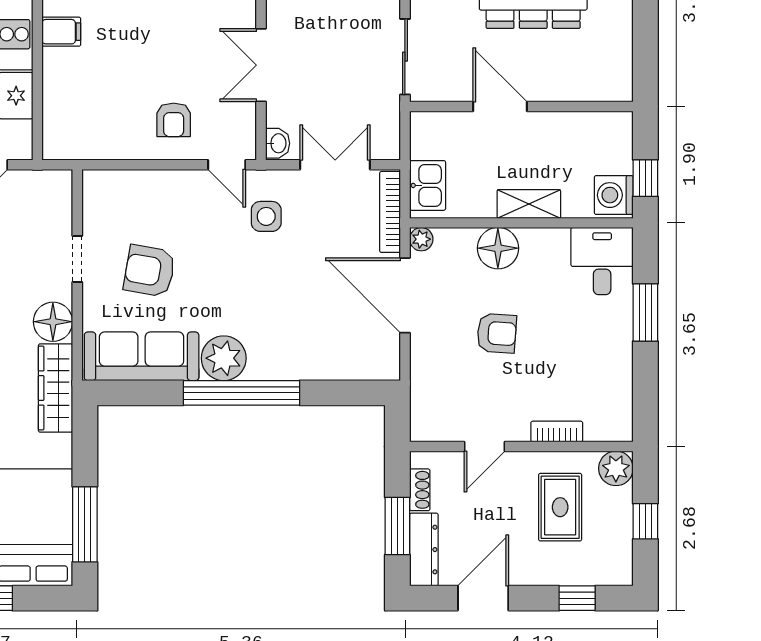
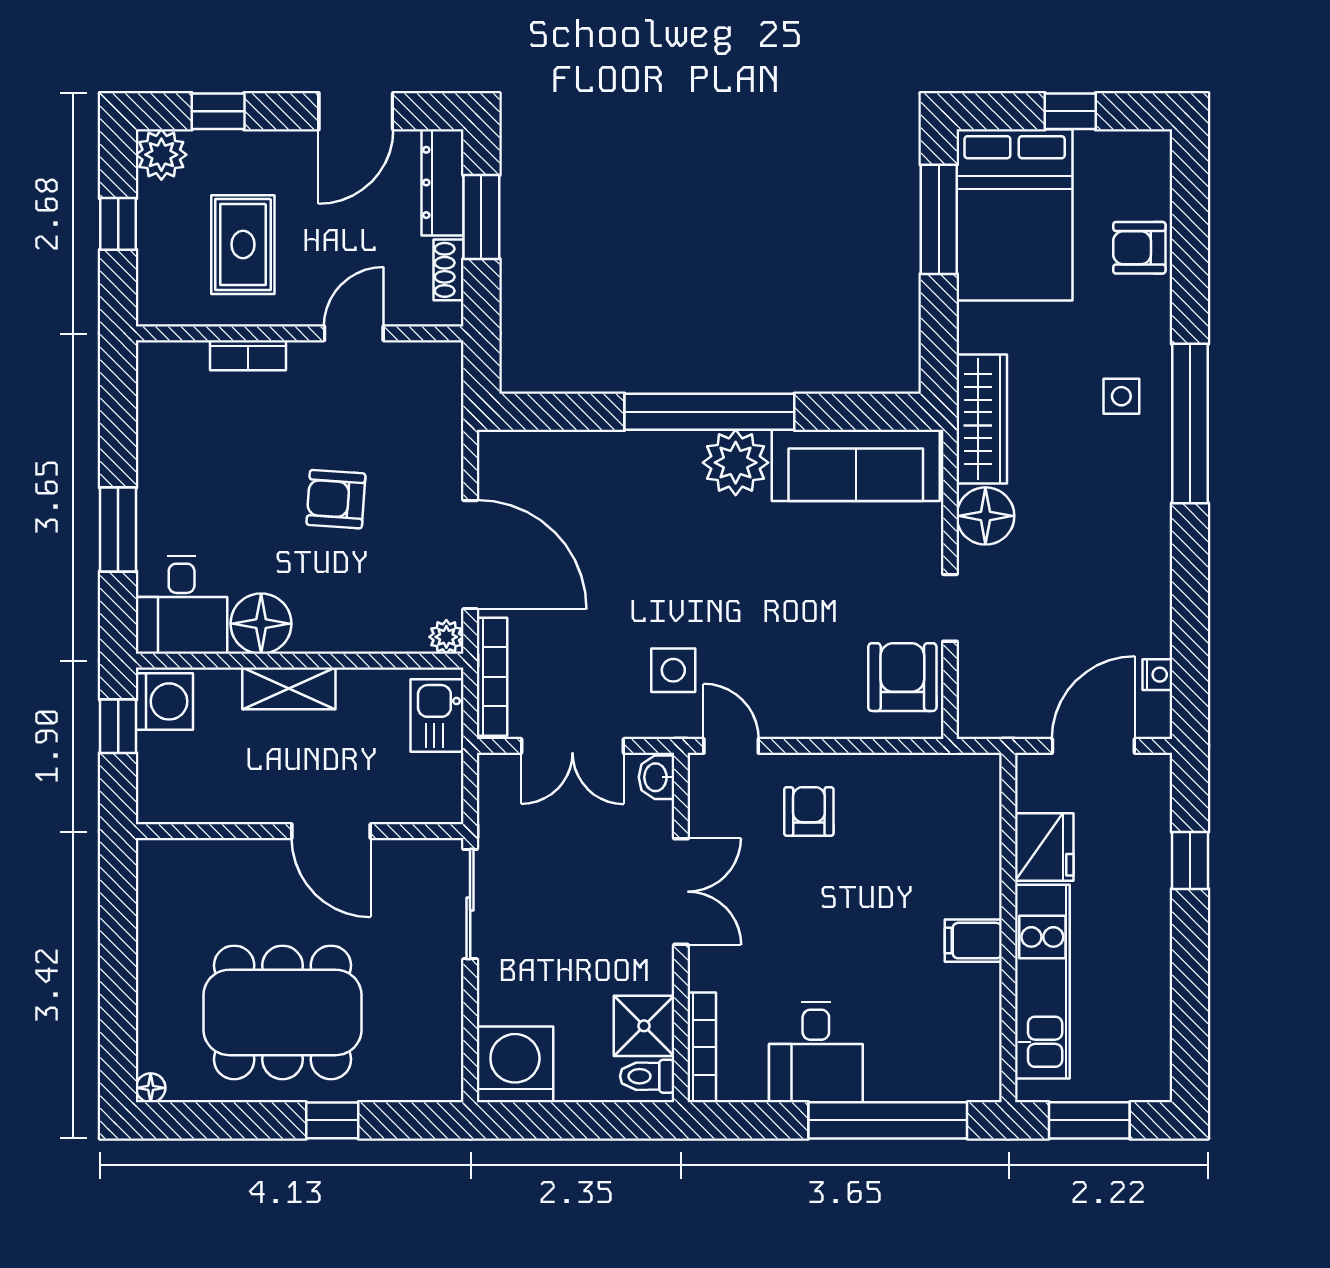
floor lamp: (498, 248) -> (261, 624), moved
armchair: (150, 271) -> (902, 677), moved, turned -100
plant: (616, 468) -> (161, 155), moved

